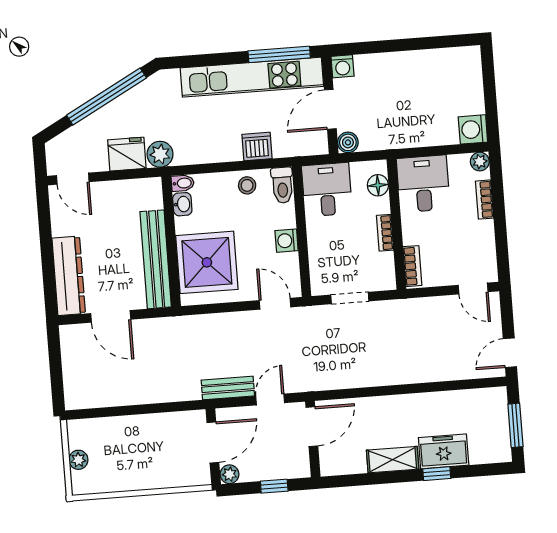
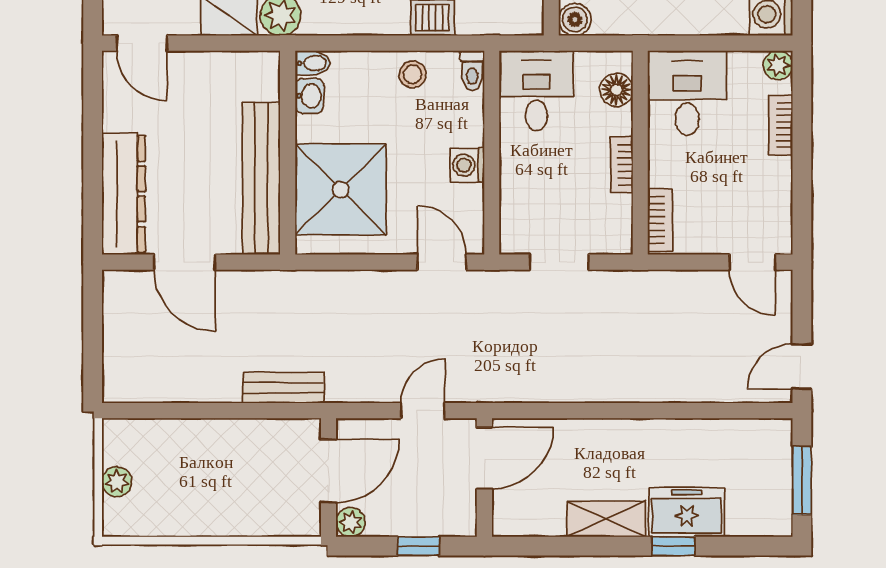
toilet: (282, 185) -> (472, 71), width x0.73, depth x0.72
bench: (228, 388) -> (283, 388), moved

